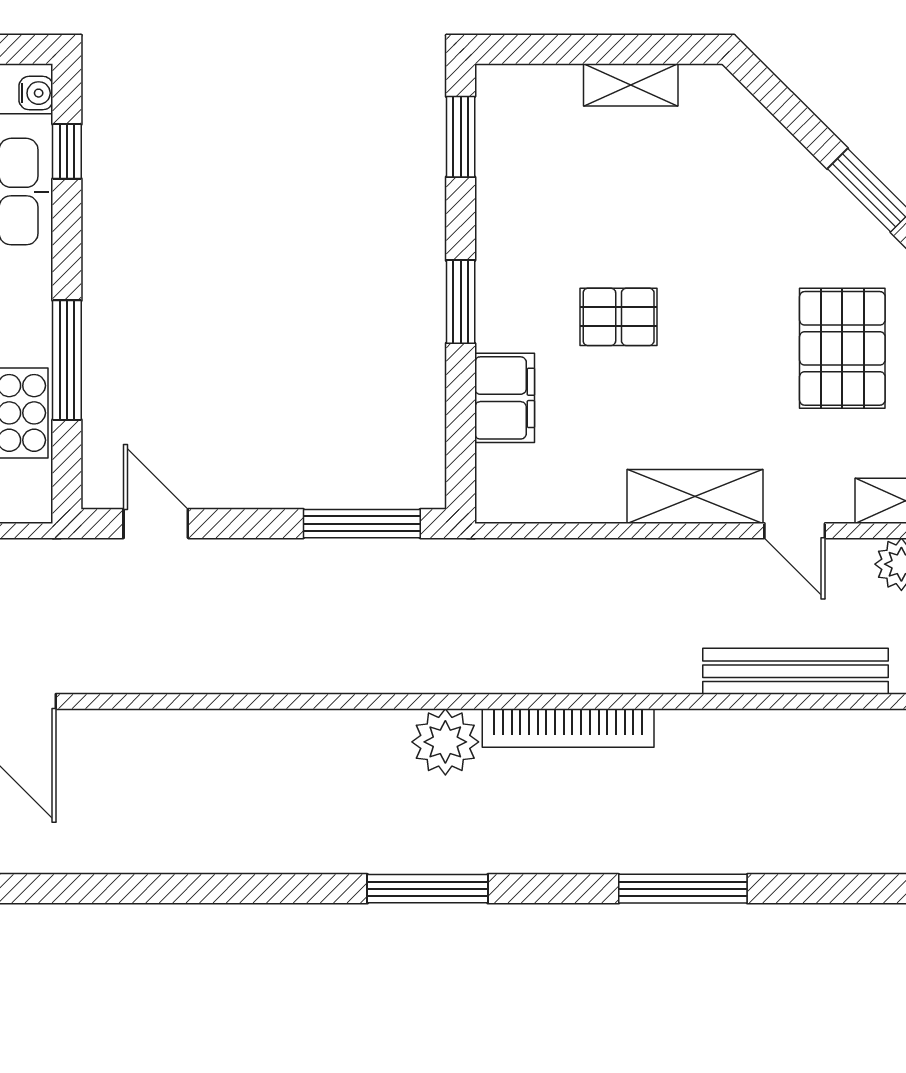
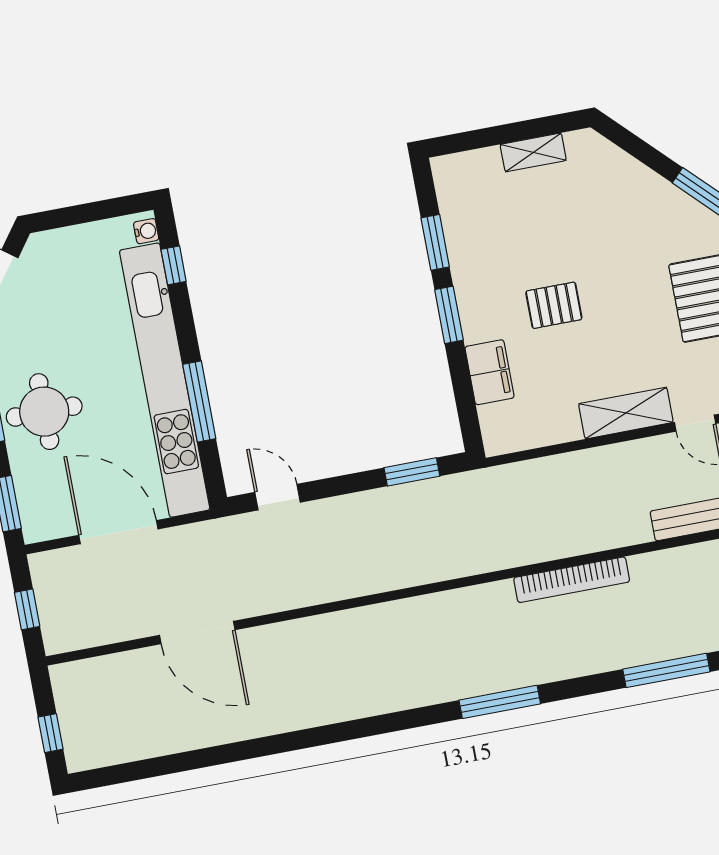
window: (461, 137) -> (435, 242), moved
window: (362, 524) -> (412, 472), width x0.69
plant: (445, 742) -> (493, 604), removed

